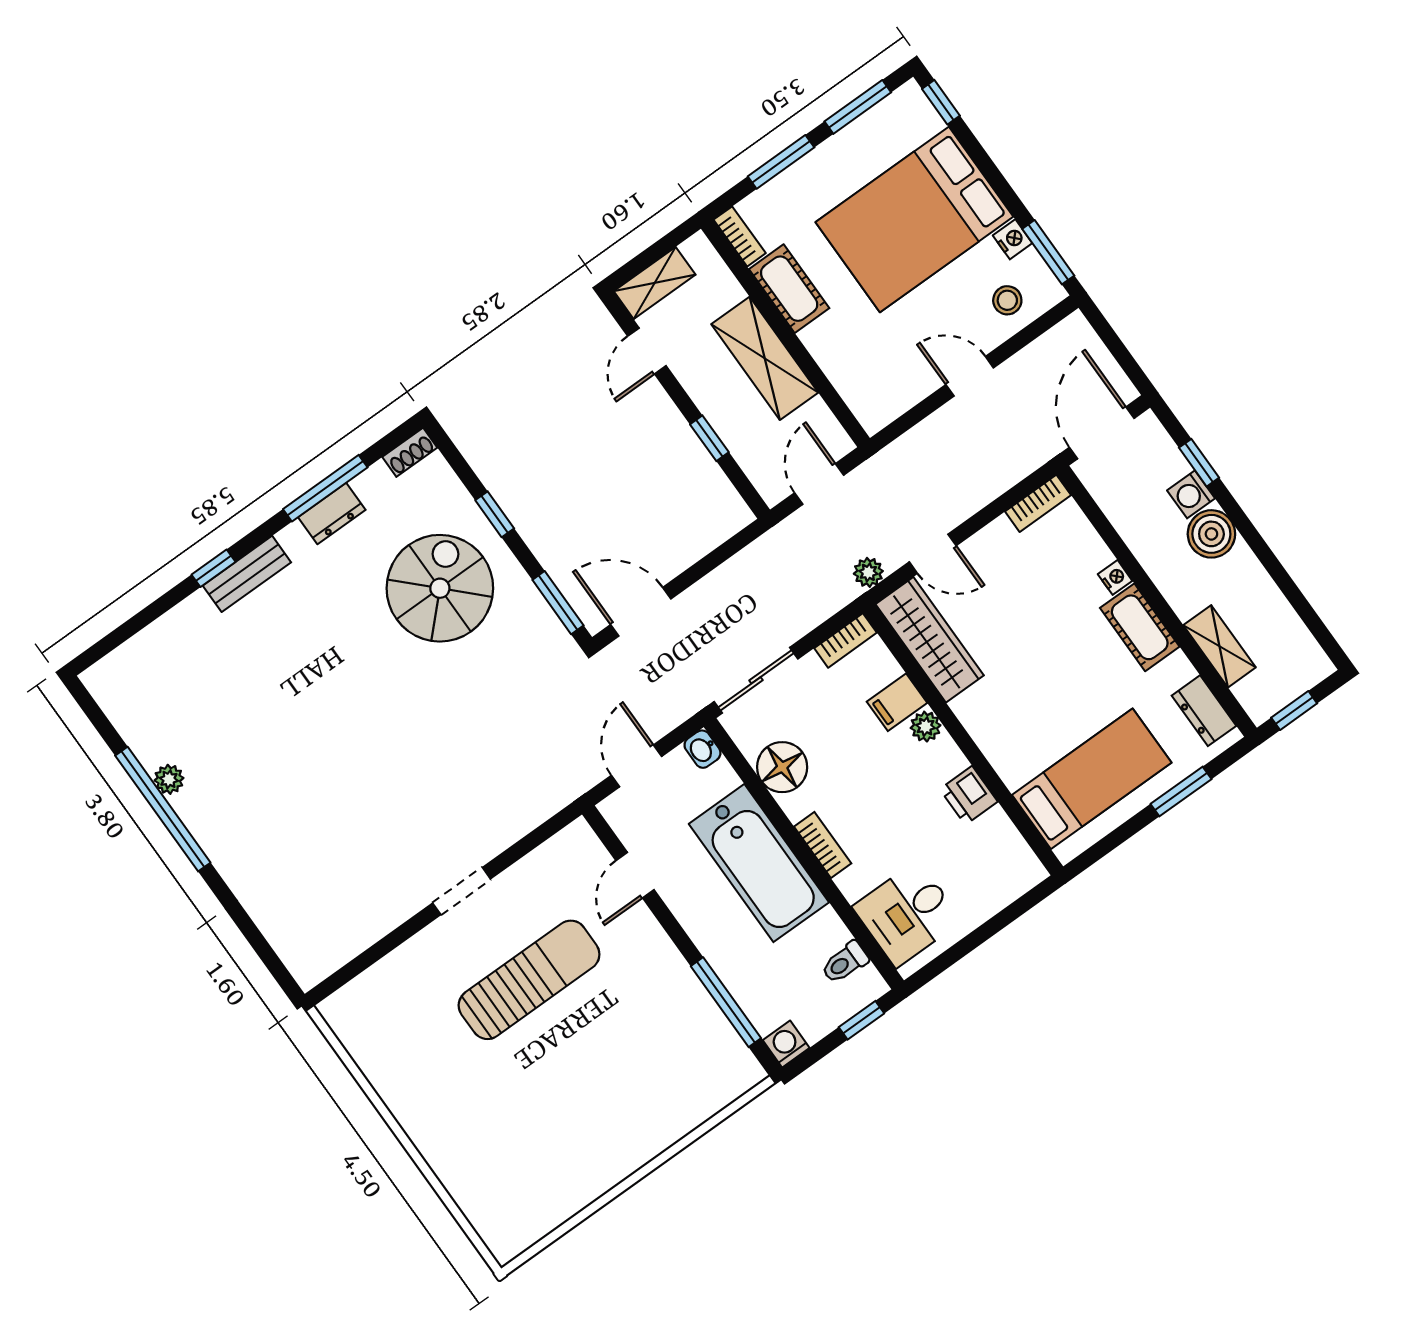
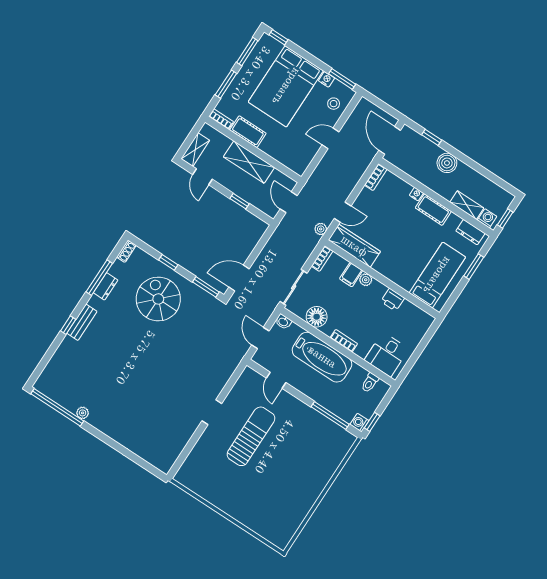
washing machine: (1191, 494) -> (487, 218), moved, turned 180
window: (163, 809) -> (57, 407), moved
window: (861, 1020) -> (372, 422), moved

